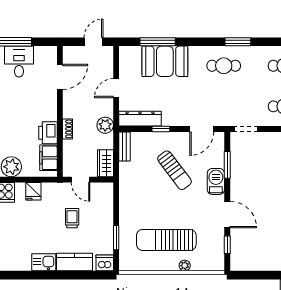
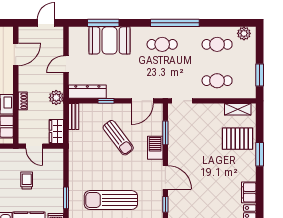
window: (238, 42) -> (175, 23), width x2.11

